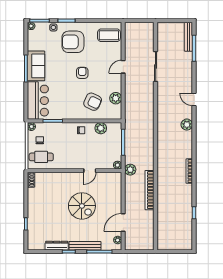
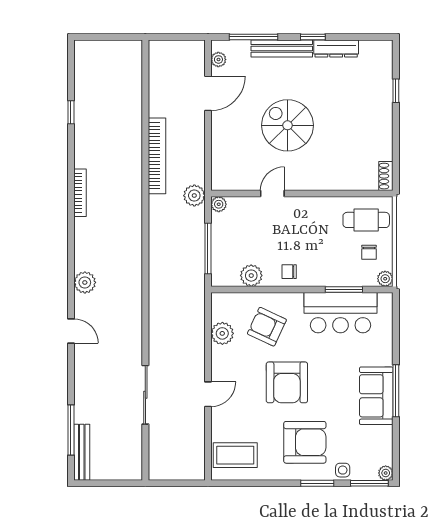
armchair: (82, 73) -> (287, 382), width x1.88, depth x1.88
bar counter: (38, 101) -> (340, 313), moved, turned -90

